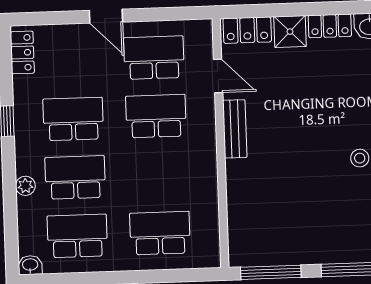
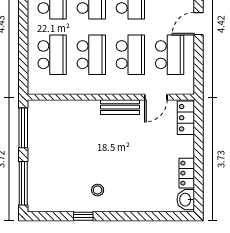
shower: (290, 32) -> (184, 146), removed
school desk: (158, 175) -> (91, 55), added

